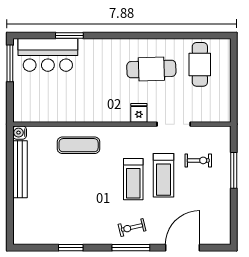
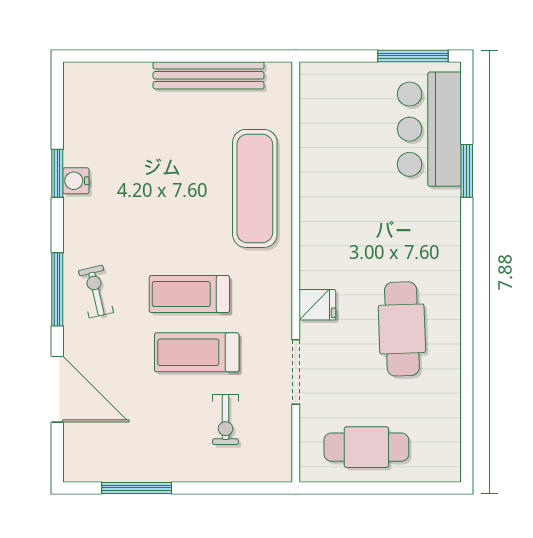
cafe table: (200, 64) -> (366, 447), moved
water cooler: (20, 133) -> (76, 181), moved, turned -90
exercise mat: (79, 145) -> (255, 188), width x1.36, depth x1.45
window: (234, 170) -> (137, 488), moved

